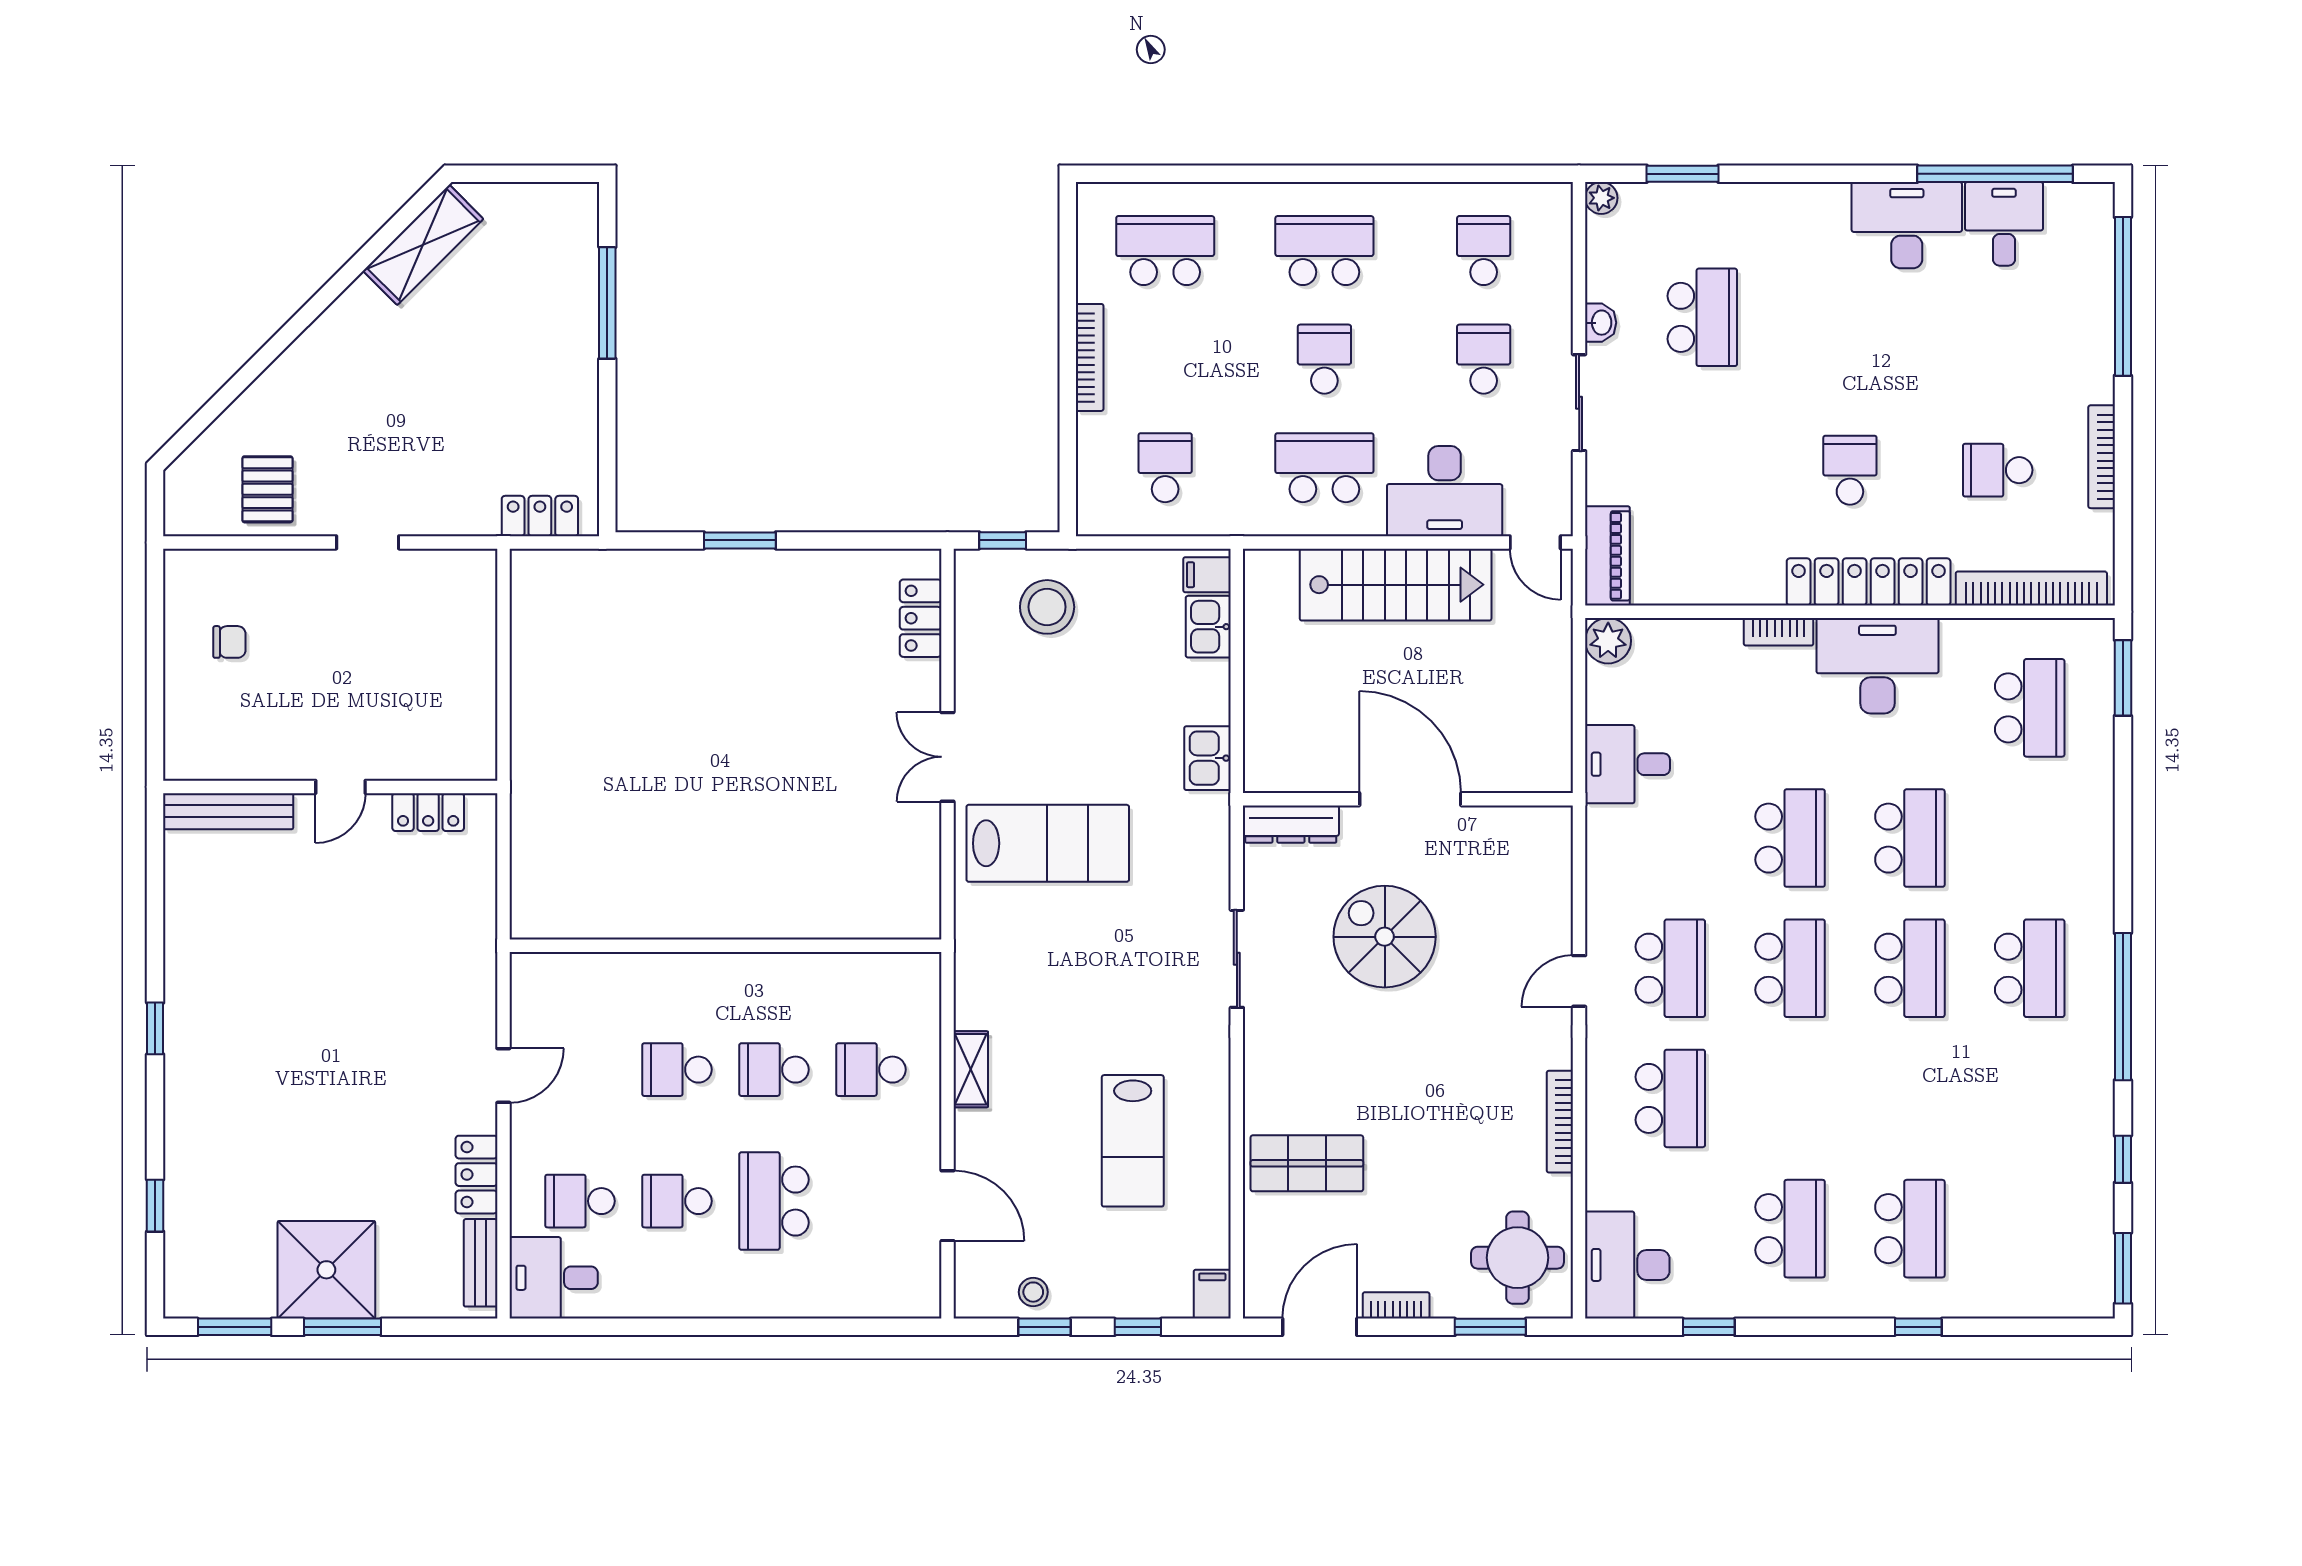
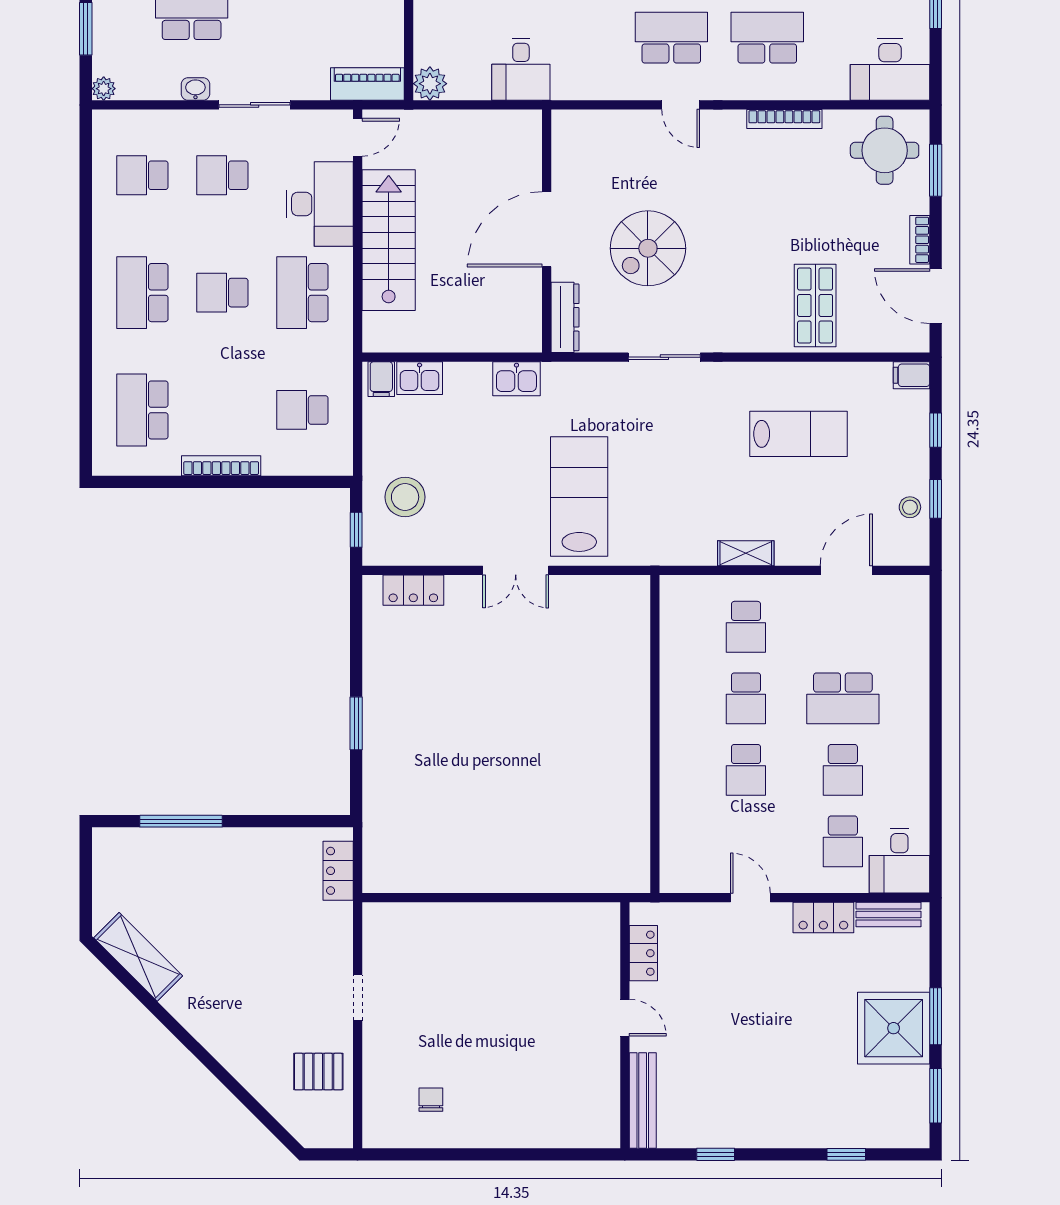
wall: (330, 787) -> (625, 1025), moved
door: (341, 787) -> (625, 1018), moved
bench: (228, 811) -> (643, 1101), moved
locker: (428, 812) -> (643, 953), moved

